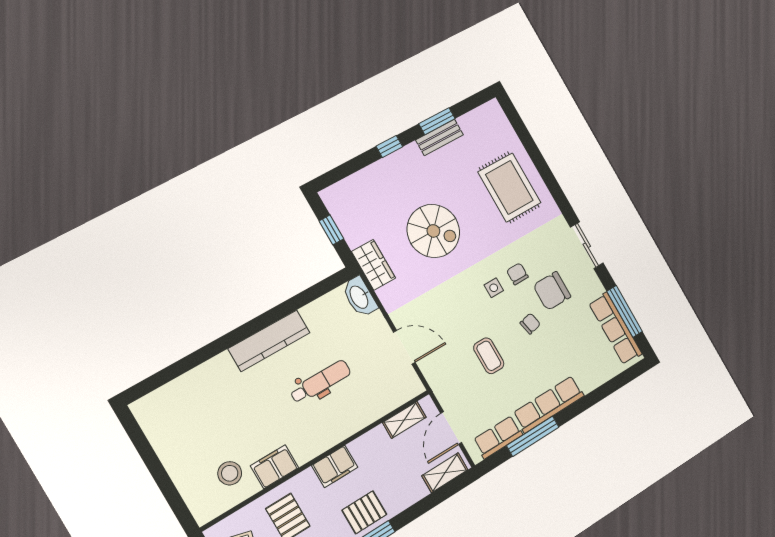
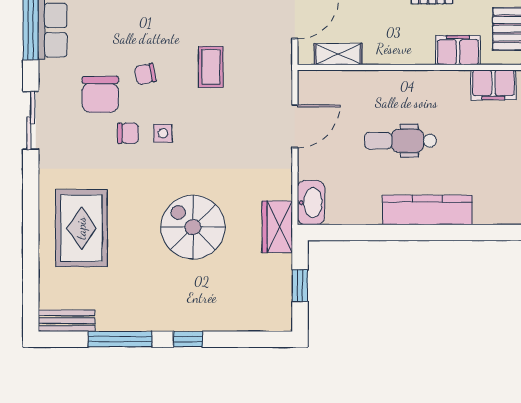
window: (437, 121) -> (120, 339), width x1.44
bench: (440, 137) -> (67, 321), moved
chair: (517, 274) -> (128, 133), turned -90
chair: (552, 291) -> (100, 94), turned 90
door: (404, 347) -> (295, 126), swing flipped
filing cabinet: (335, 466) -> (458, 50), moved

